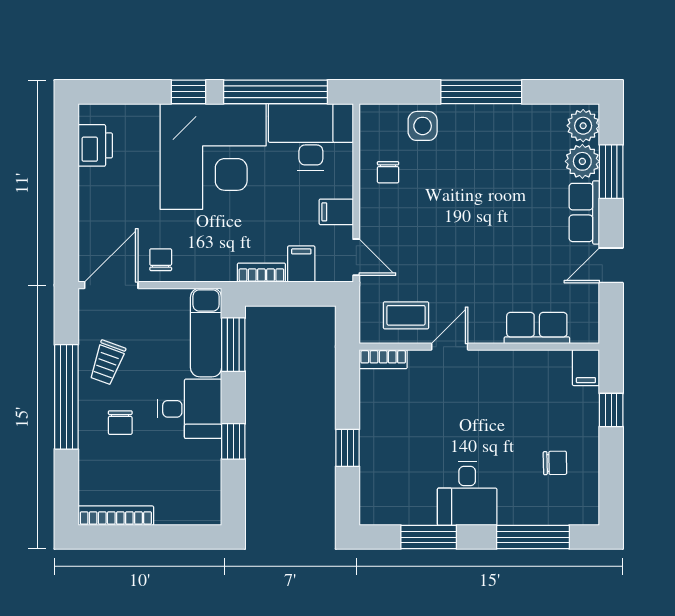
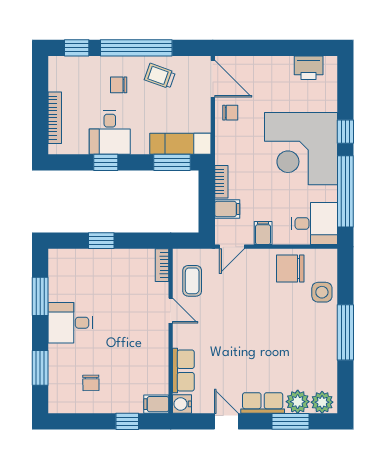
desk: (311, 137) -> (314, 224), width x0.73
chair: (388, 172) -> (290, 268), width x1.87, depth x1.87
water cooler: (586, 330) -> (182, 404), added
desk: (190, 409) -> (110, 132), moved
window: (66, 484) -> (77, 48), added
bookcase: (116, 516) -> (55, 118), moved
window: (533, 537) -> (40, 368), width x0.69

